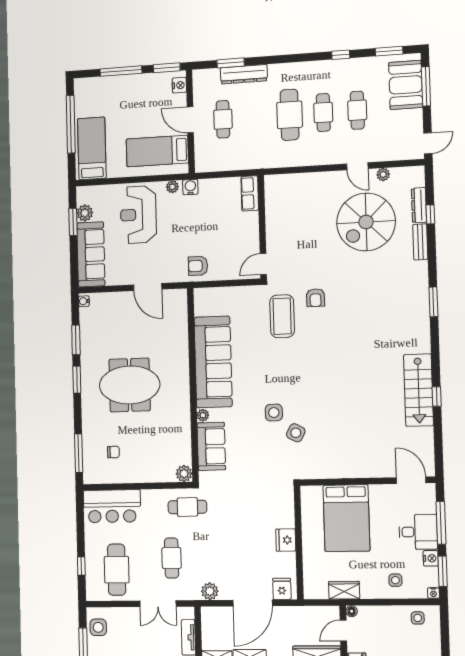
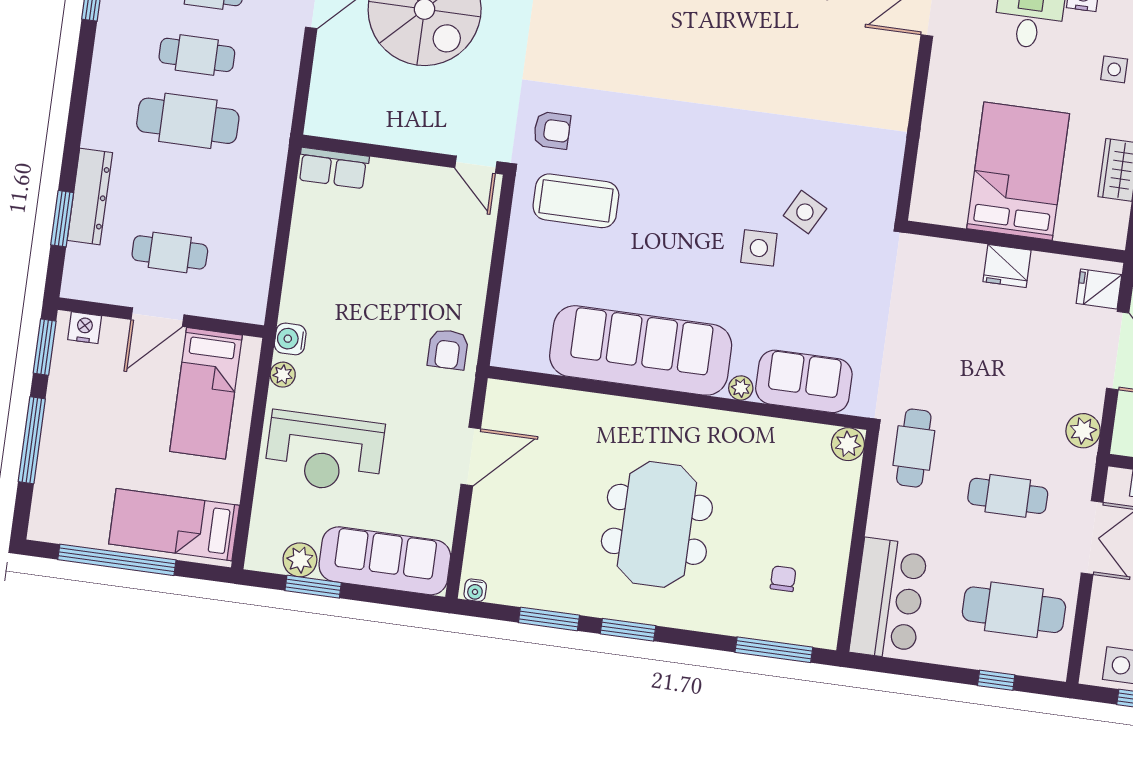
row of seats: (250, 193) -> (333, 168), moved
wall: (262, 227) -> (403, 155), moved
door: (263, 264) -> (476, 165), moved
bed: (346, 518) -> (1018, 171), moved, turned -90

